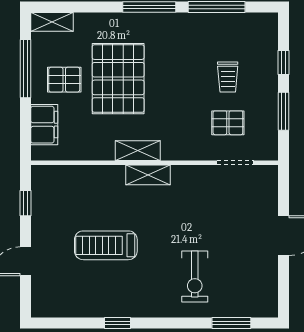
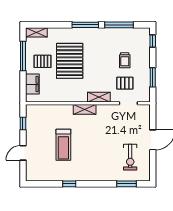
window: (283, 63) -> (153, 41), moved
shelving: (138, 151) -> (99, 97), moved
treadmill: (106, 245) -> (63, 145), turned -90
exercise bike: (195, 277) -> (130, 157), moved

